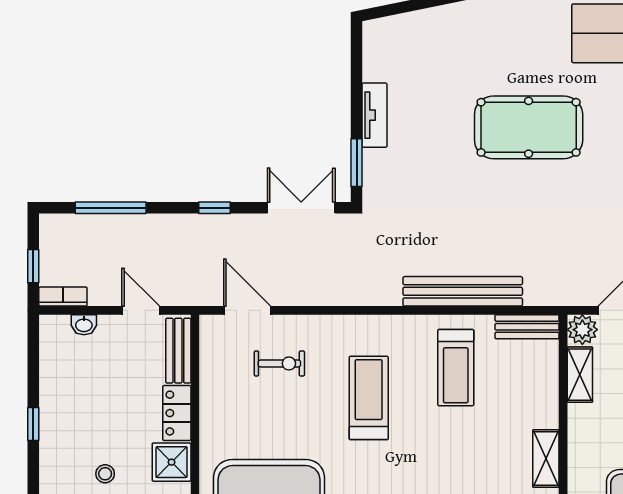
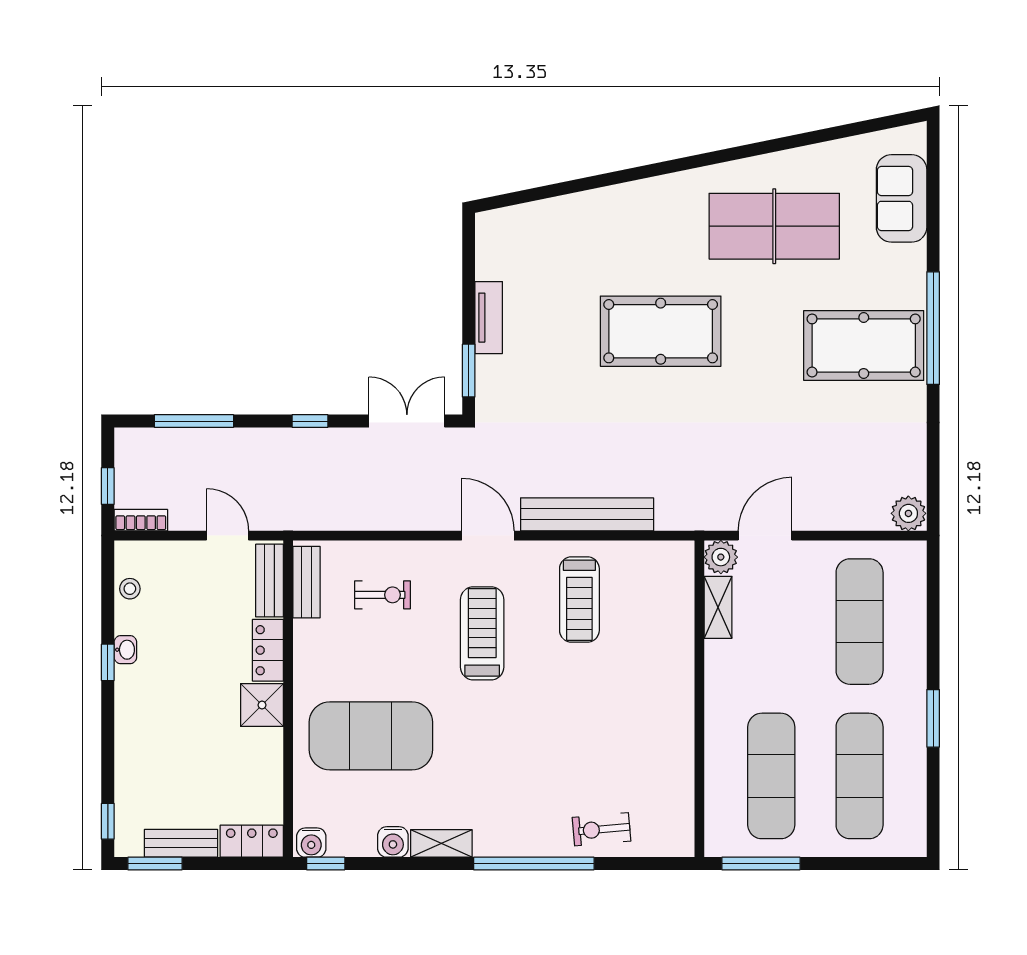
door: (247, 310) -> (488, 536), moved
washbasin: (84, 325) -> (125, 650), moved, turned -90
bench: (527, 327) -> (307, 582), moved, turned 90
shelving: (546, 458) -> (680, 701), removed
stool: (105, 474) -> (130, 589), moved

